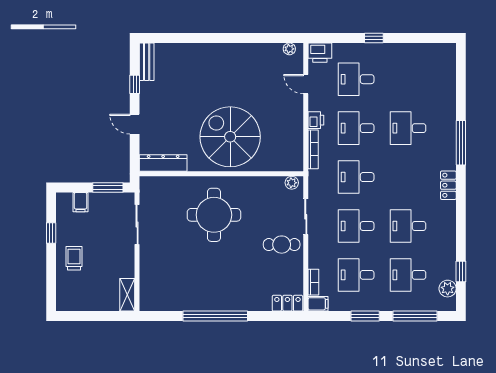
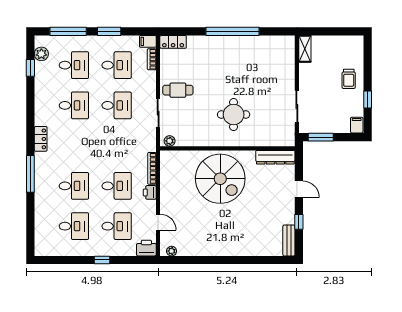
desk: (356, 177) -> (74, 226), moved
filing cabinet: (80, 202) -> (357, 125), moved
round table: (214, 215) -> (234, 115), width x0.73, depth x0.73

